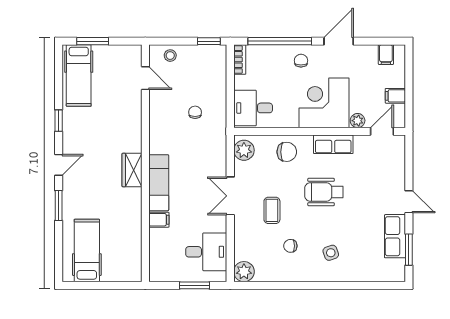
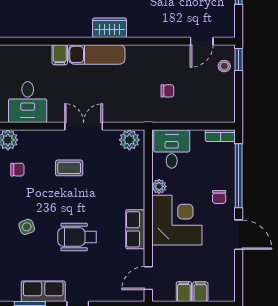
window: (209, 41) -> (239, 60), moved
filing cabinet: (386, 55) -> (200, 292), moved, turned 90
chair: (301, 61) -> (219, 197), turned 90
plant: (358, 121) -> (159, 186), moved
door: (382, 131) -> (148, 278), swing flipped
chair: (287, 152) -> (128, 183), removed
wheelchair: (324, 192) -> (77, 237), moved, turned -90
chair: (290, 246) -> (17, 170), moved, turned 90

